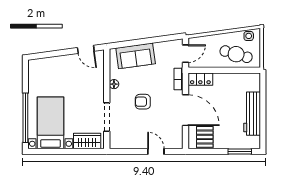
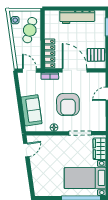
locker: (200, 79) -> (50, 53), width x1.53
armchair: (143, 102) -> (68, 104), width x1.88, depth x1.88
door: (185, 110) -> (75, 70), hinge flipped

